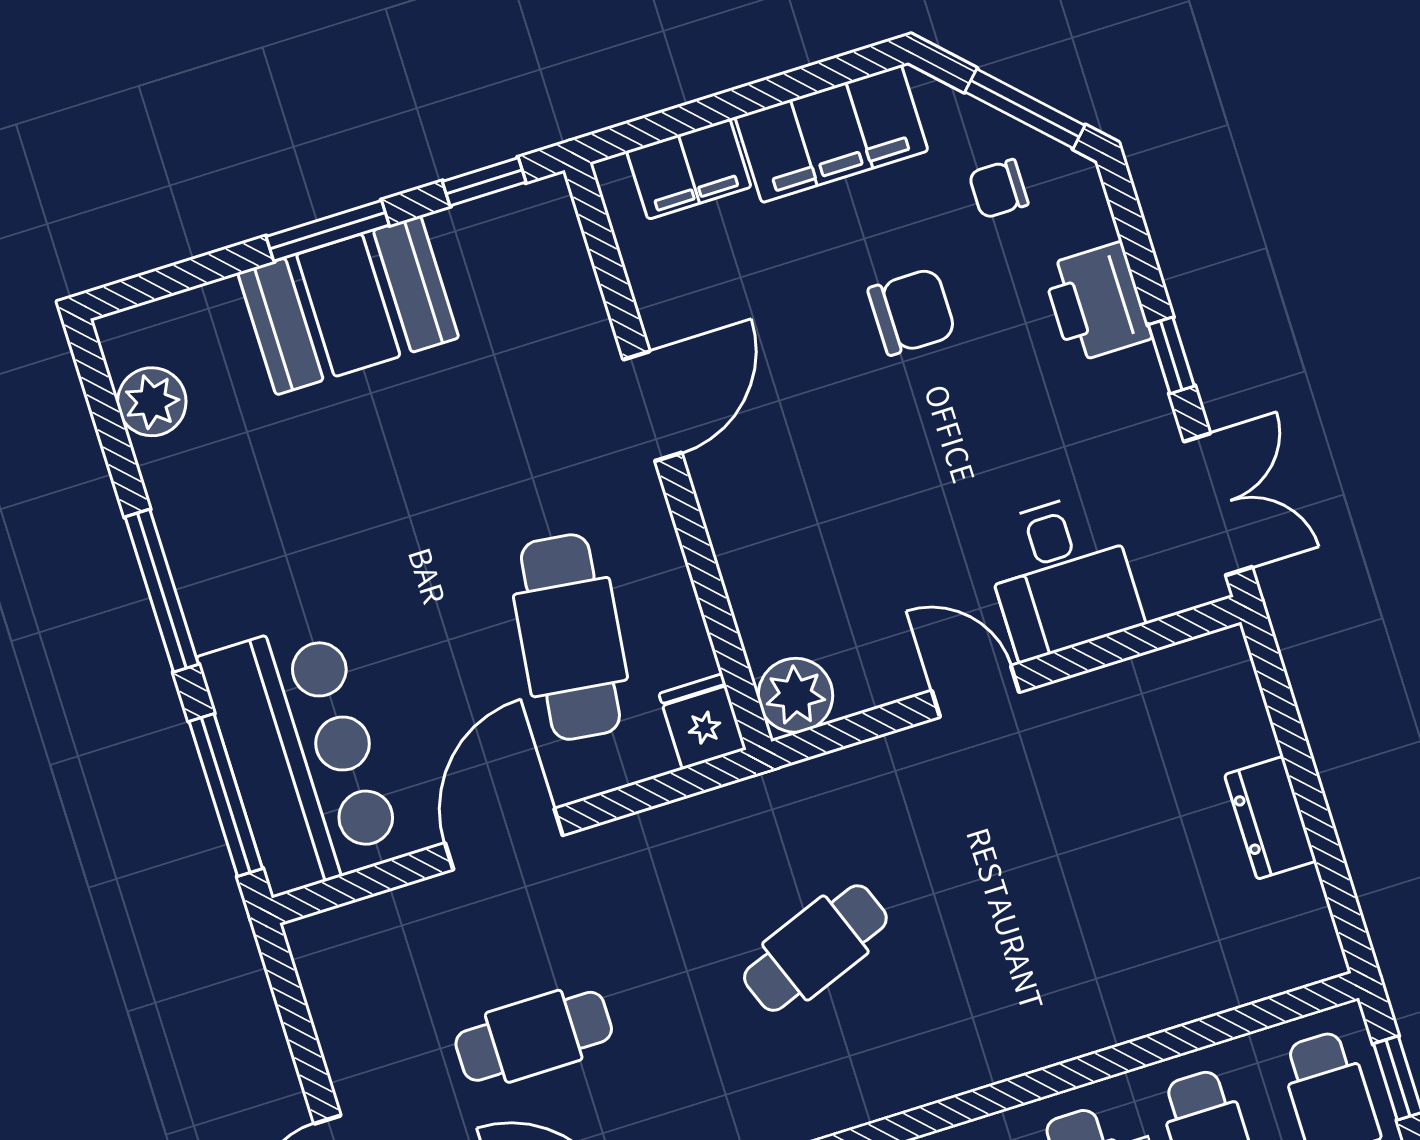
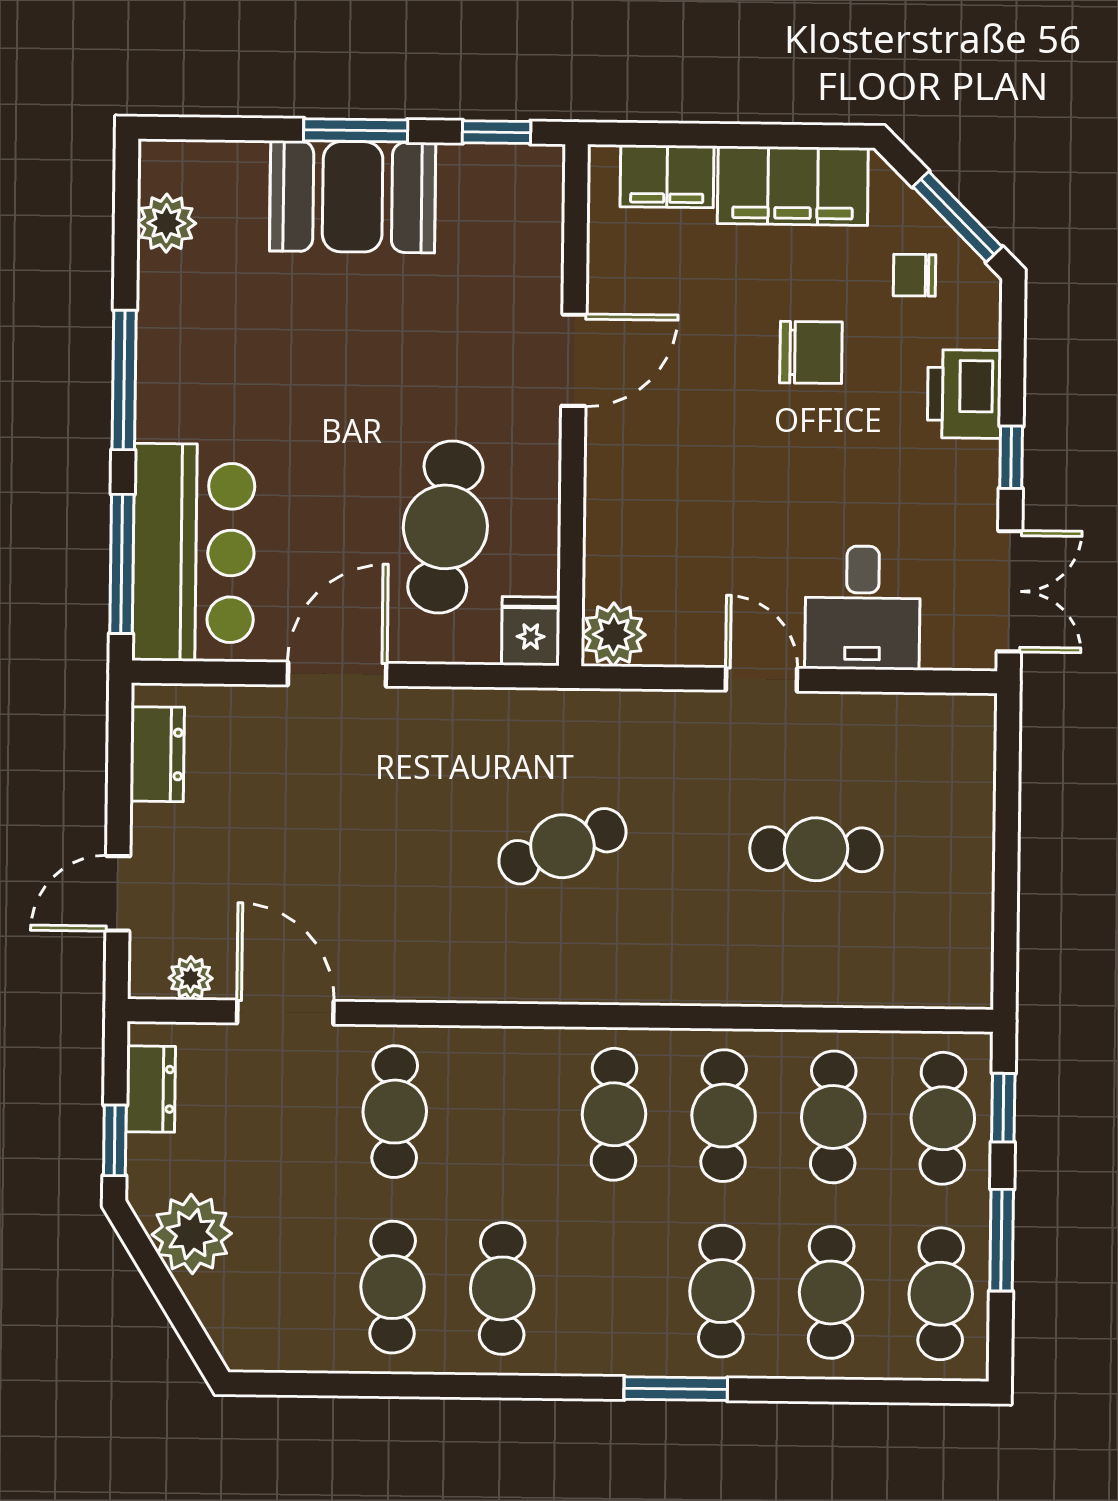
dresser: (1270, 818) -> (157, 754), moved, turned 180
cafe table: (534, 1036) -> (816, 849), moved

